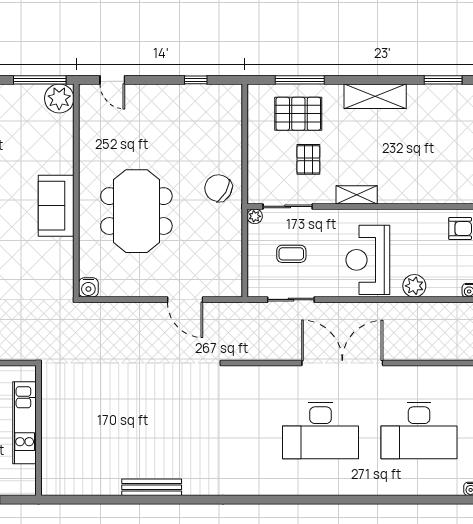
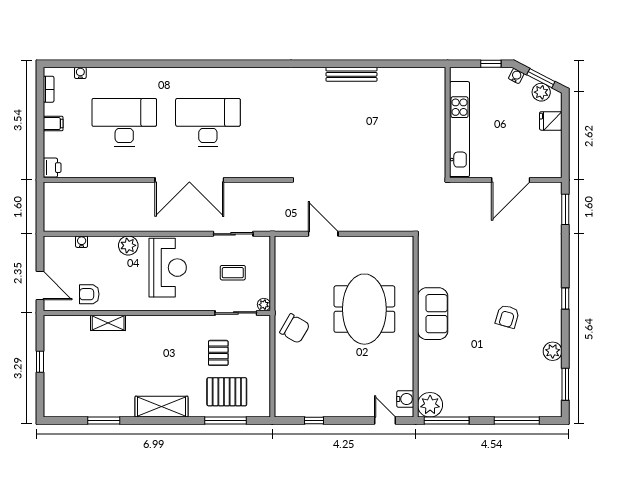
shelving: (357, 195) -> (108, 323), moved
water cooler: (88, 287) -> (405, 399), moved, turned 90
kitchen unit: (25, 423) -> (460, 129), width x1.36

